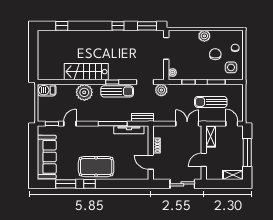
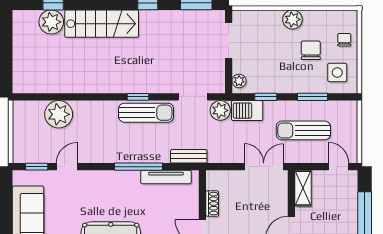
plant: (61, 37) -> (51, 22), added
stairs: (86, 72) -> (102, 24), moved, turned 180
barbecue: (47, 90) -> (247, 111), moved
plant: (84, 92) -> (59, 114), moved

